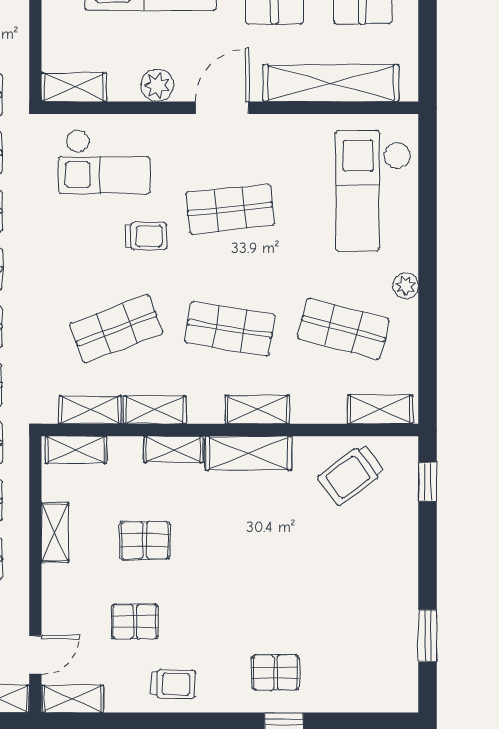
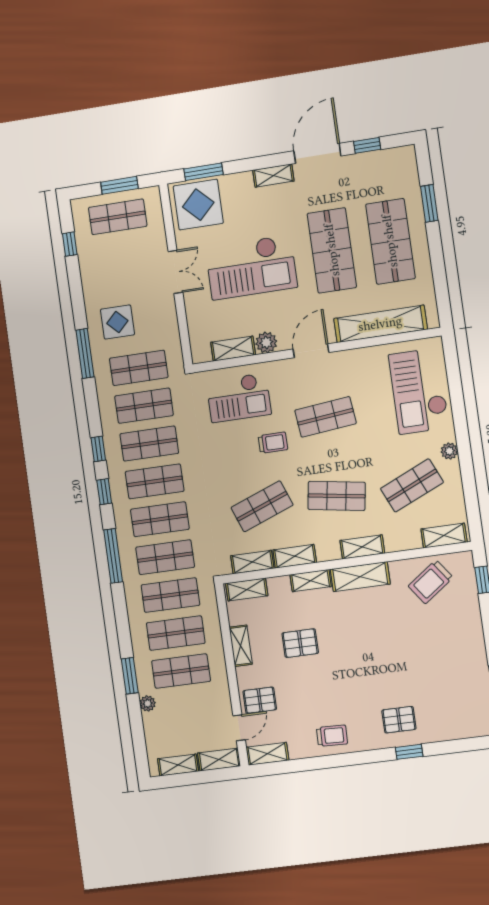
shelving: (74, 87) -> (233, 349), moved
shop shelf: (343, 329) -> (412, 485), turned -39
pallet: (135, 622) -> (260, 700), moved

